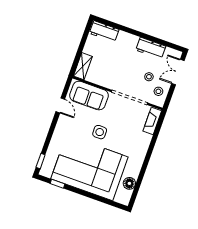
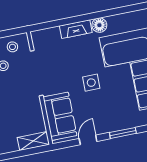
fireplace: (152, 121) -> (76, 29), moved
window: (50, 133) -> (123, 133), added
floor lamp: (129, 183) -> (99, 25), moved

